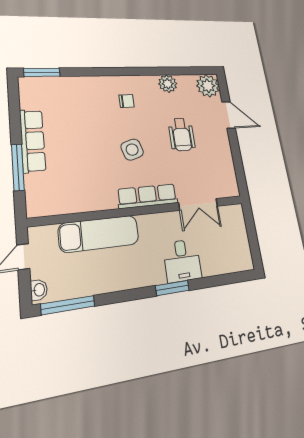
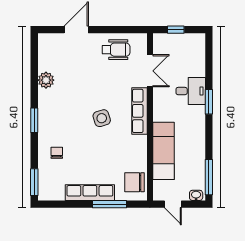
window: (119, 72) -> (34, 120), added
plant: (208, 86) -> (49, 44), removed
chair: (127, 101) -> (57, 153), moved
wheelchair: (182, 135) -> (116, 50), moved
chair: (52, 198) -> (134, 182), added
window: (251, 231) -> (176, 30), added

